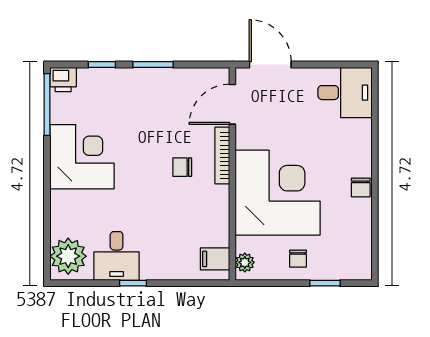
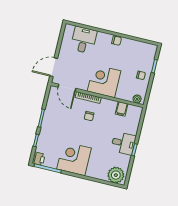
desk: (345, 93) -> (84, 40), moved
corner desk: (278, 193) -> (104, 81), width x0.74, depth x0.74
desk: (117, 256) -> (123, 143), moved
filing cabinet: (215, 259) -> (122, 109), moved

